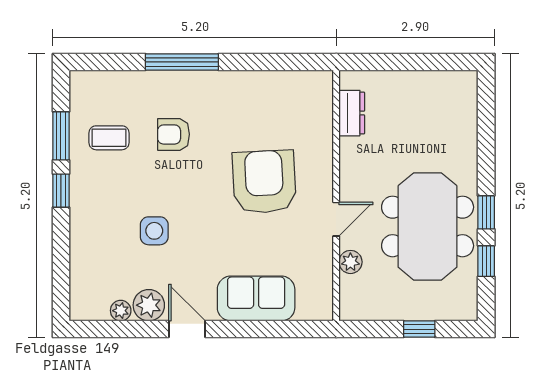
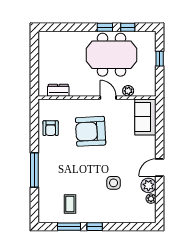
armchair: (174, 134) -> (51, 128), moved
sofa: (256, 298) -> (145, 117), moved

